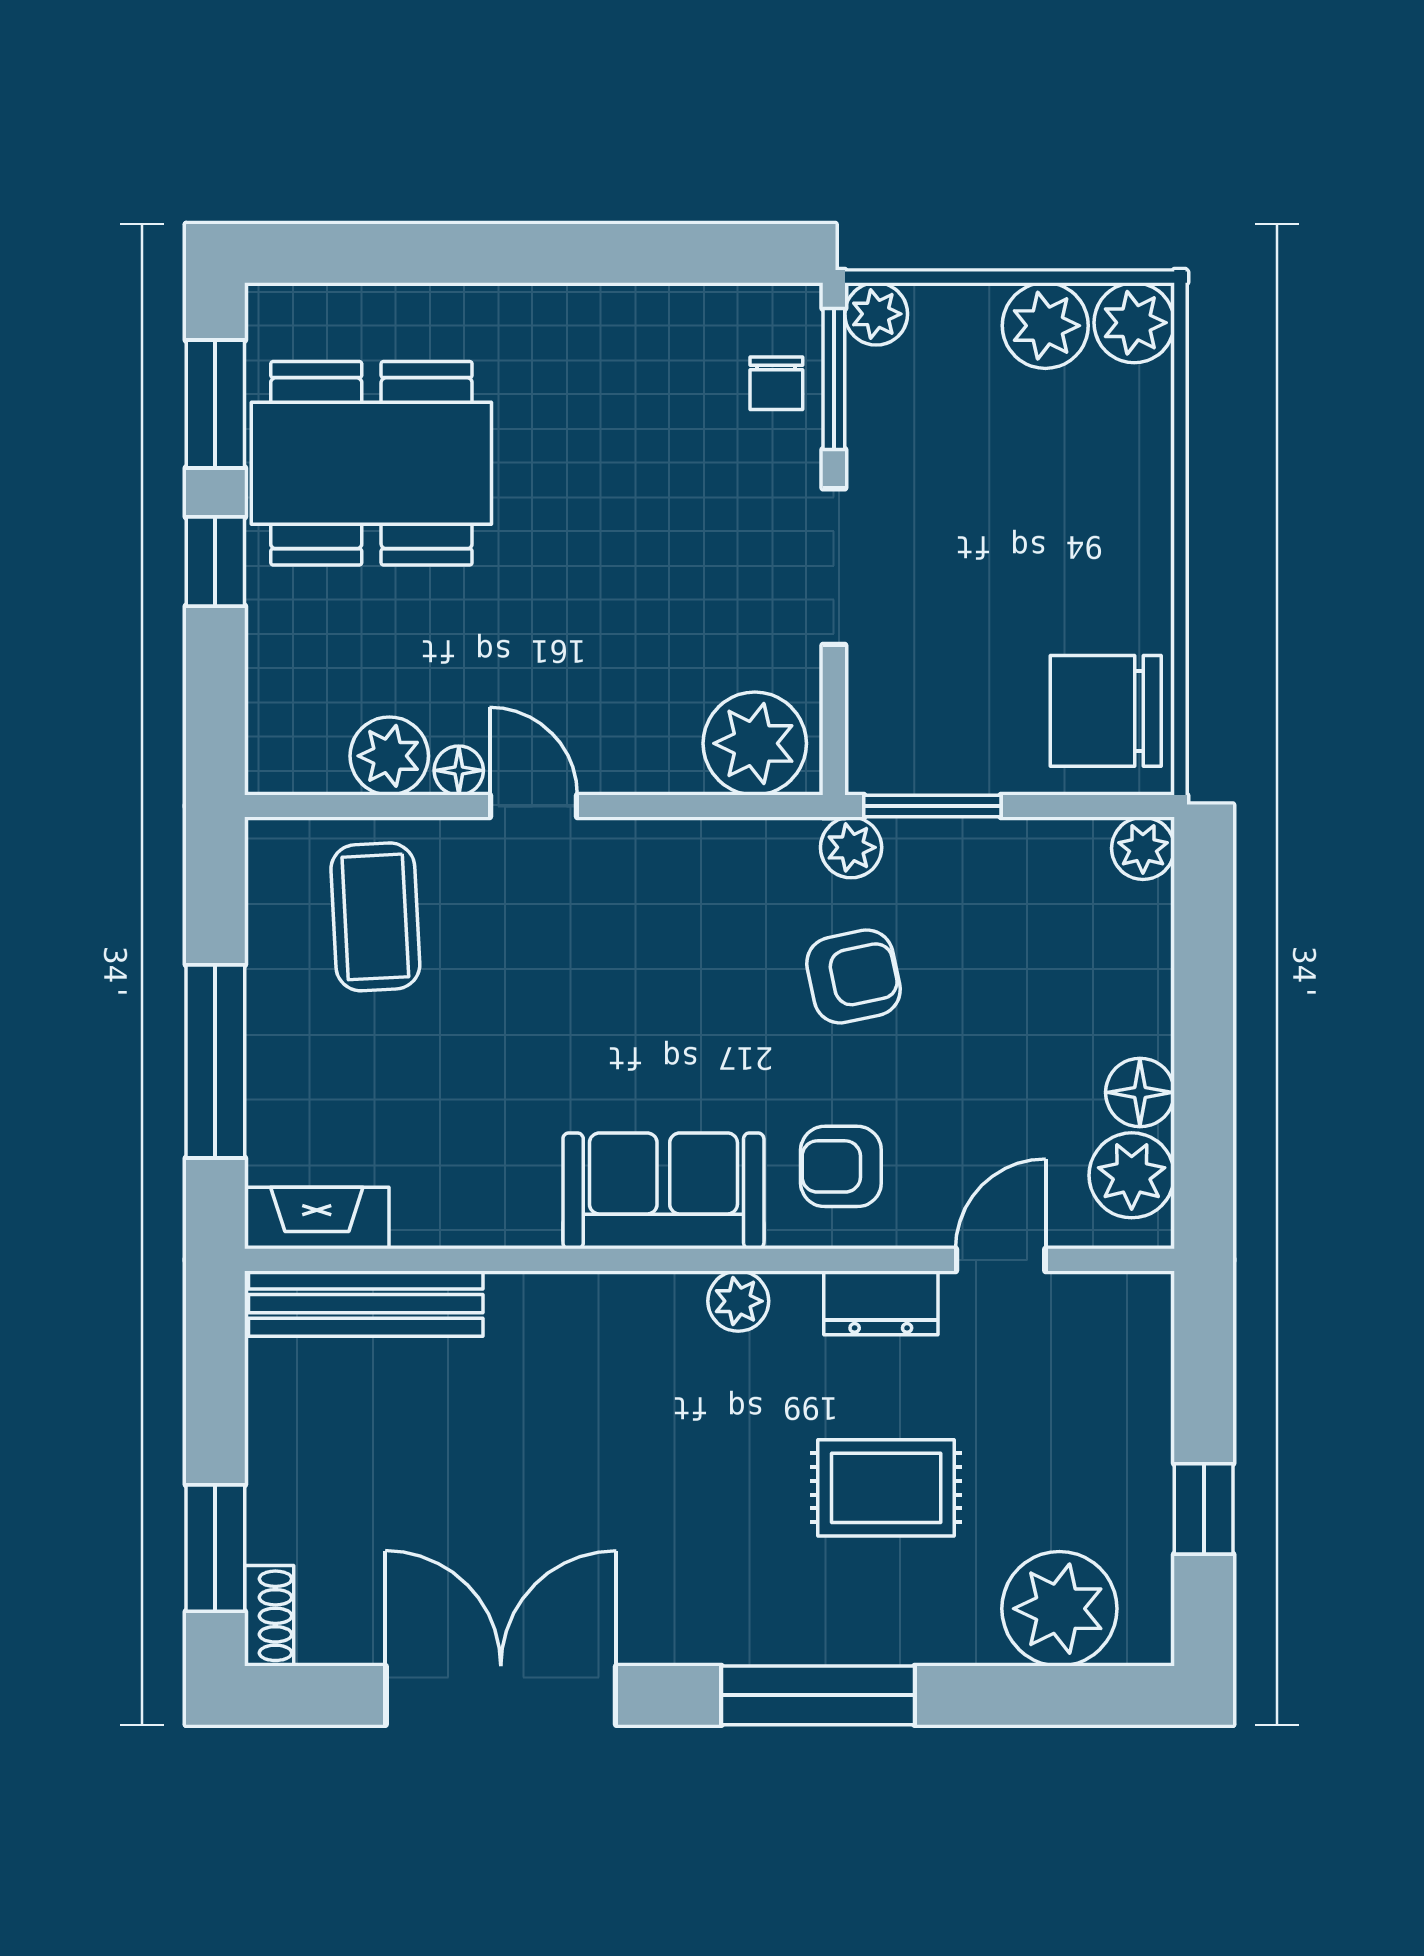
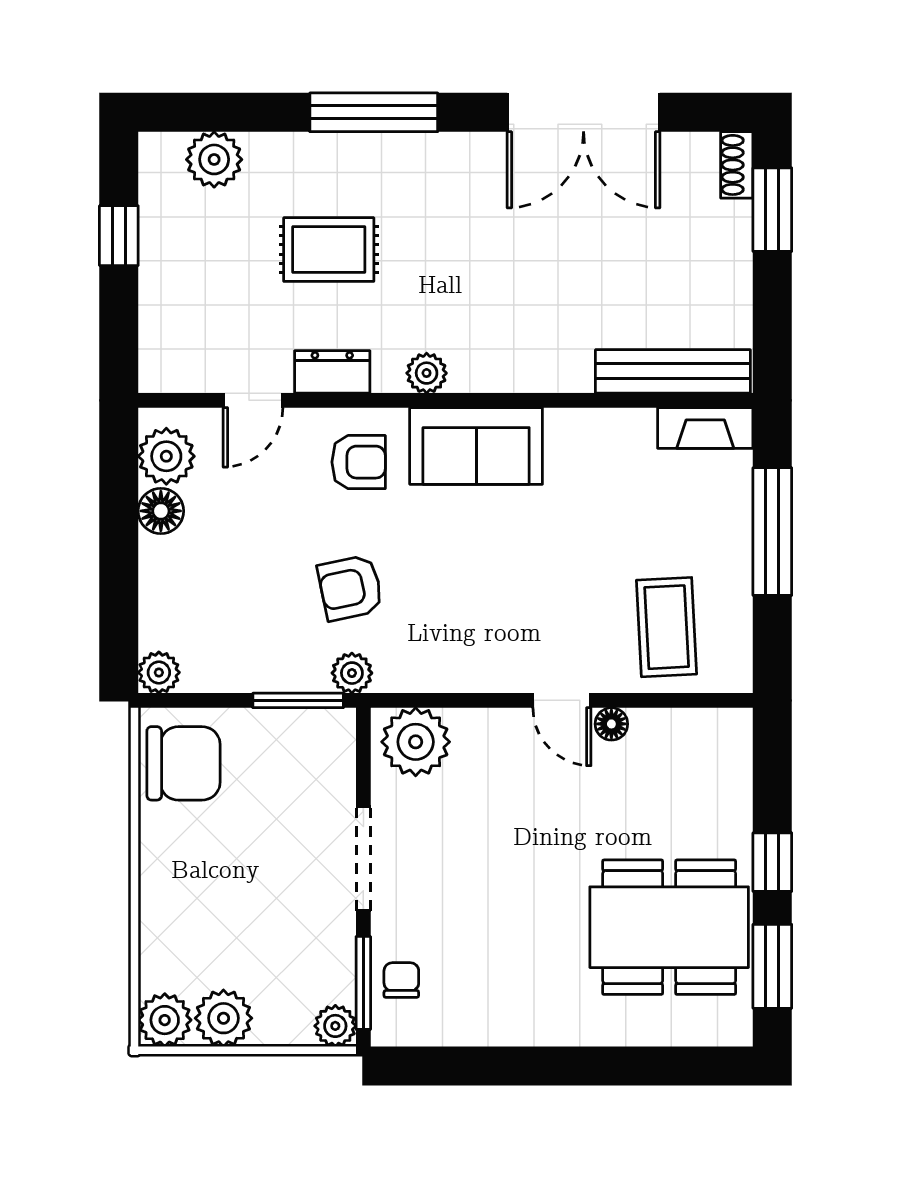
plant: (389, 756) -> (657, 734), removed
plant: (1059, 1609) -> (214, 159), width x0.73, depth x0.73

